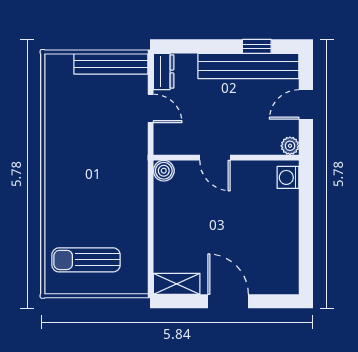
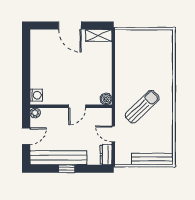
window: (257, 46) -> (67, 169), moved
bench: (111, 64) -> (152, 159), moved
door: (215, 158) -> (77, 106), swing flipped
sun lounger: (86, 260) -> (142, 107), moved, turned -44

